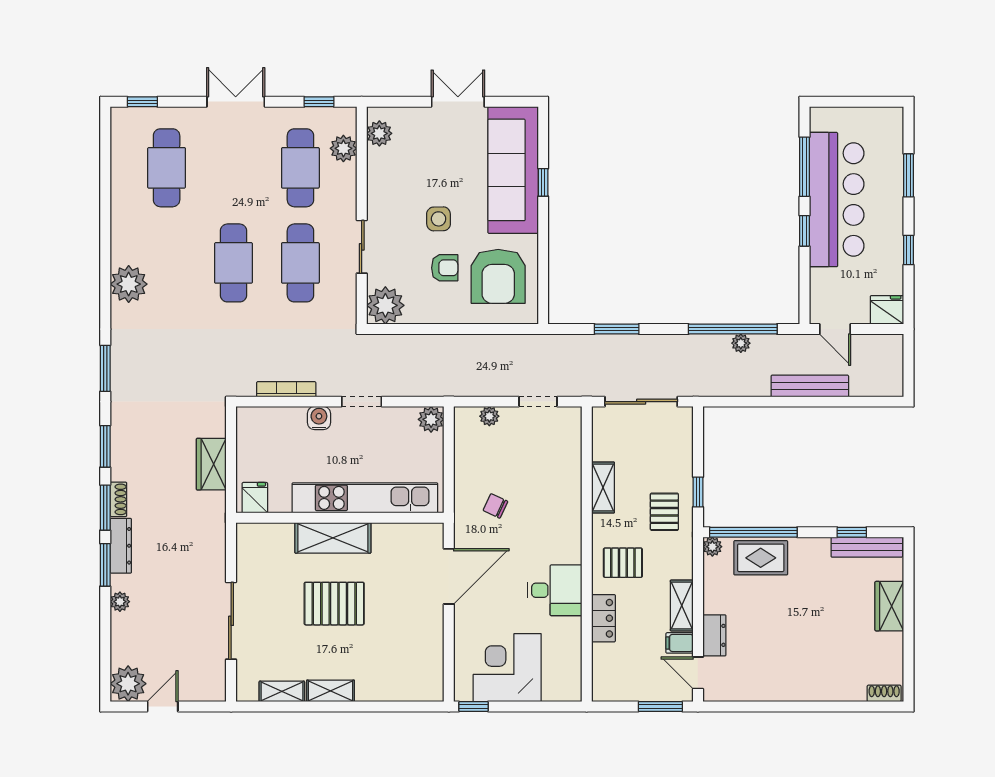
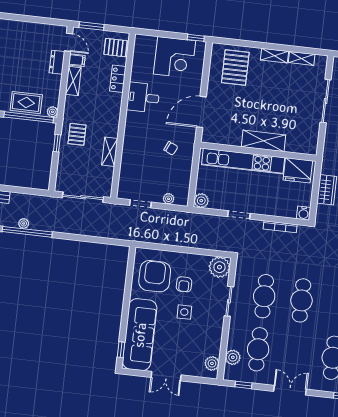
double door: (236, 102) -> (290, 390), swing flipped
window: (543, 182) -> (121, 350), moved
armchair: (445, 268) -> (184, 284), turned -90
window: (617, 329) -> (92, 239), removed
water cooler: (319, 418) -> (304, 213), moved
fridge: (255, 498) -> (298, 170), width x1.88, depth x1.34
pallet: (623, 563) -> (116, 48), moved
pallet: (334, 604) -> (235, 68), moved, turned 90

